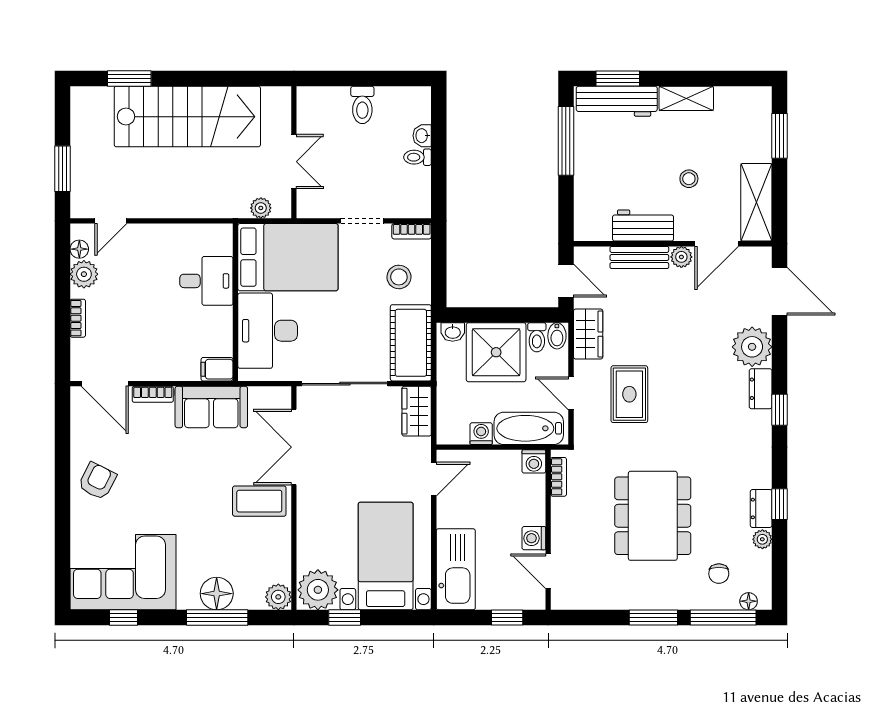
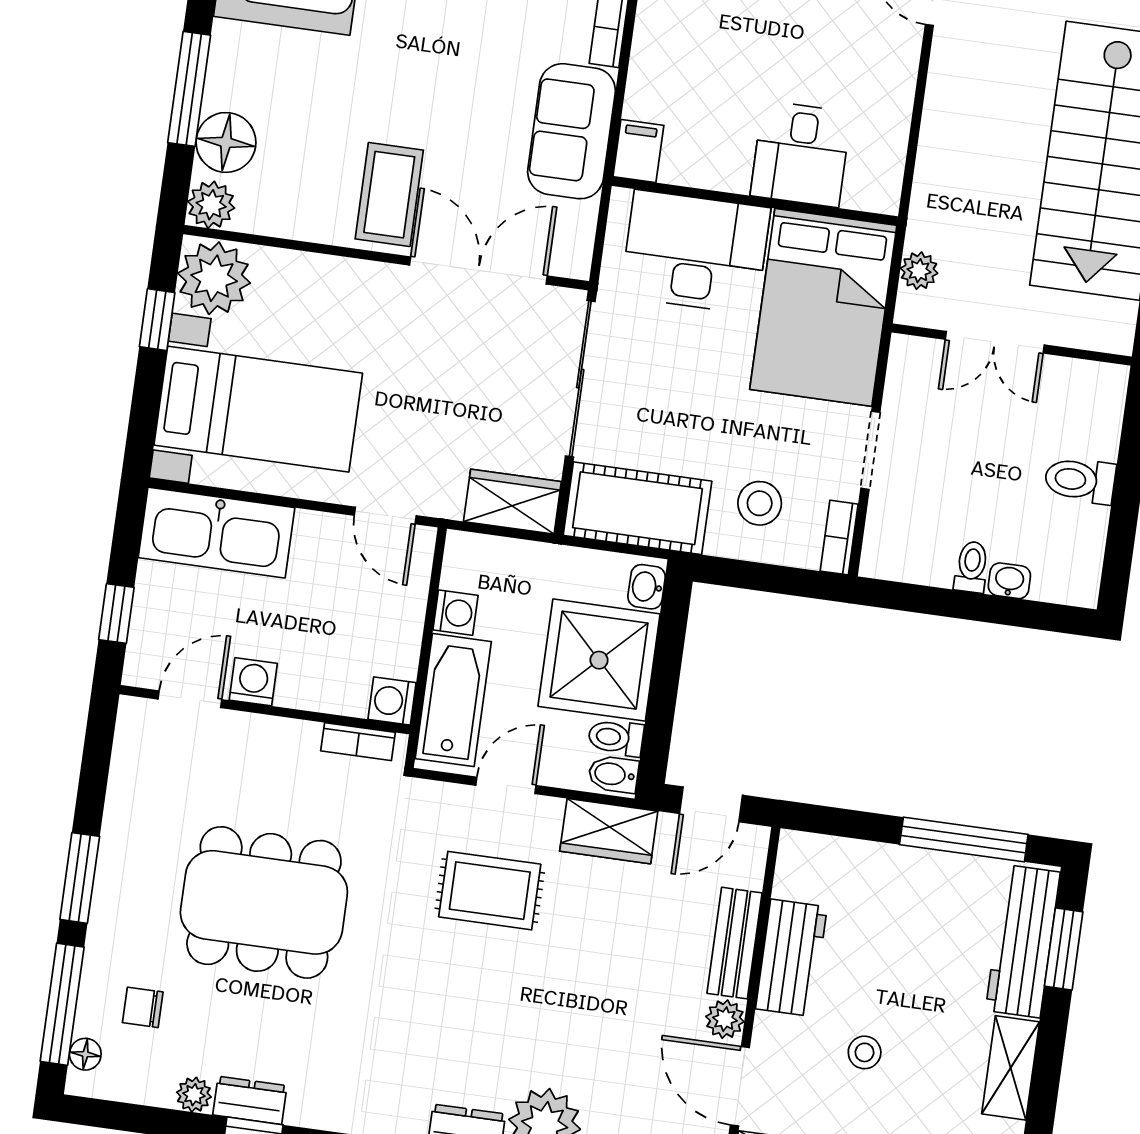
floor lamp: (217, 594) -> (226, 142), moved

